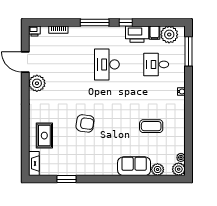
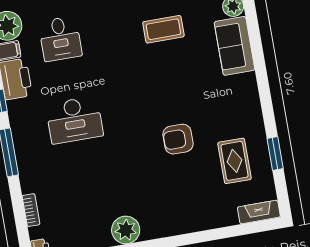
armchair: (85, 123) -> (178, 139), turned -98
coffee table: (151, 126) -> (163, 29), turned 90
rug: (44, 136) -> (235, 161), moved, turned 90

